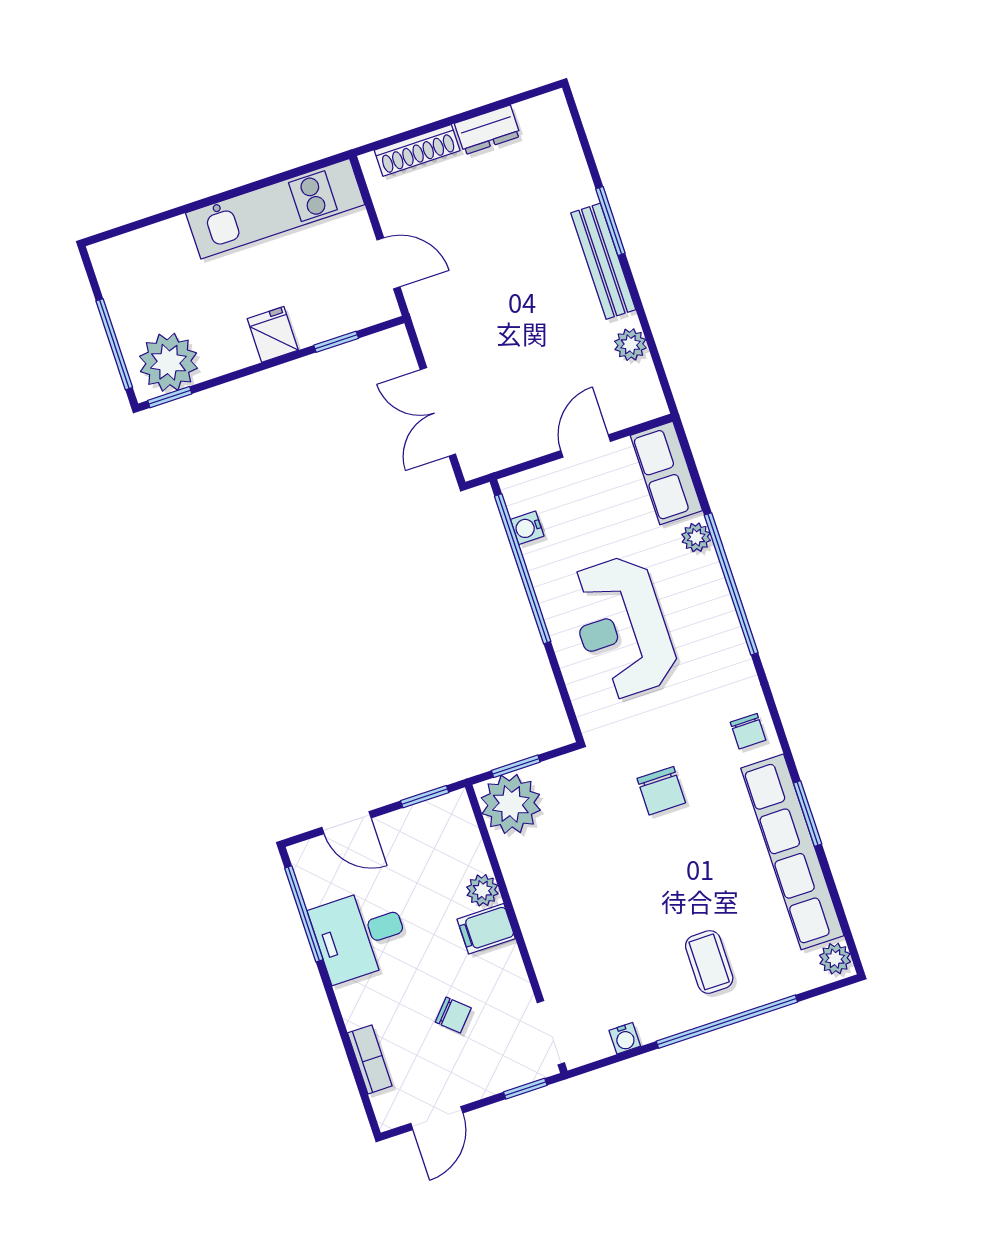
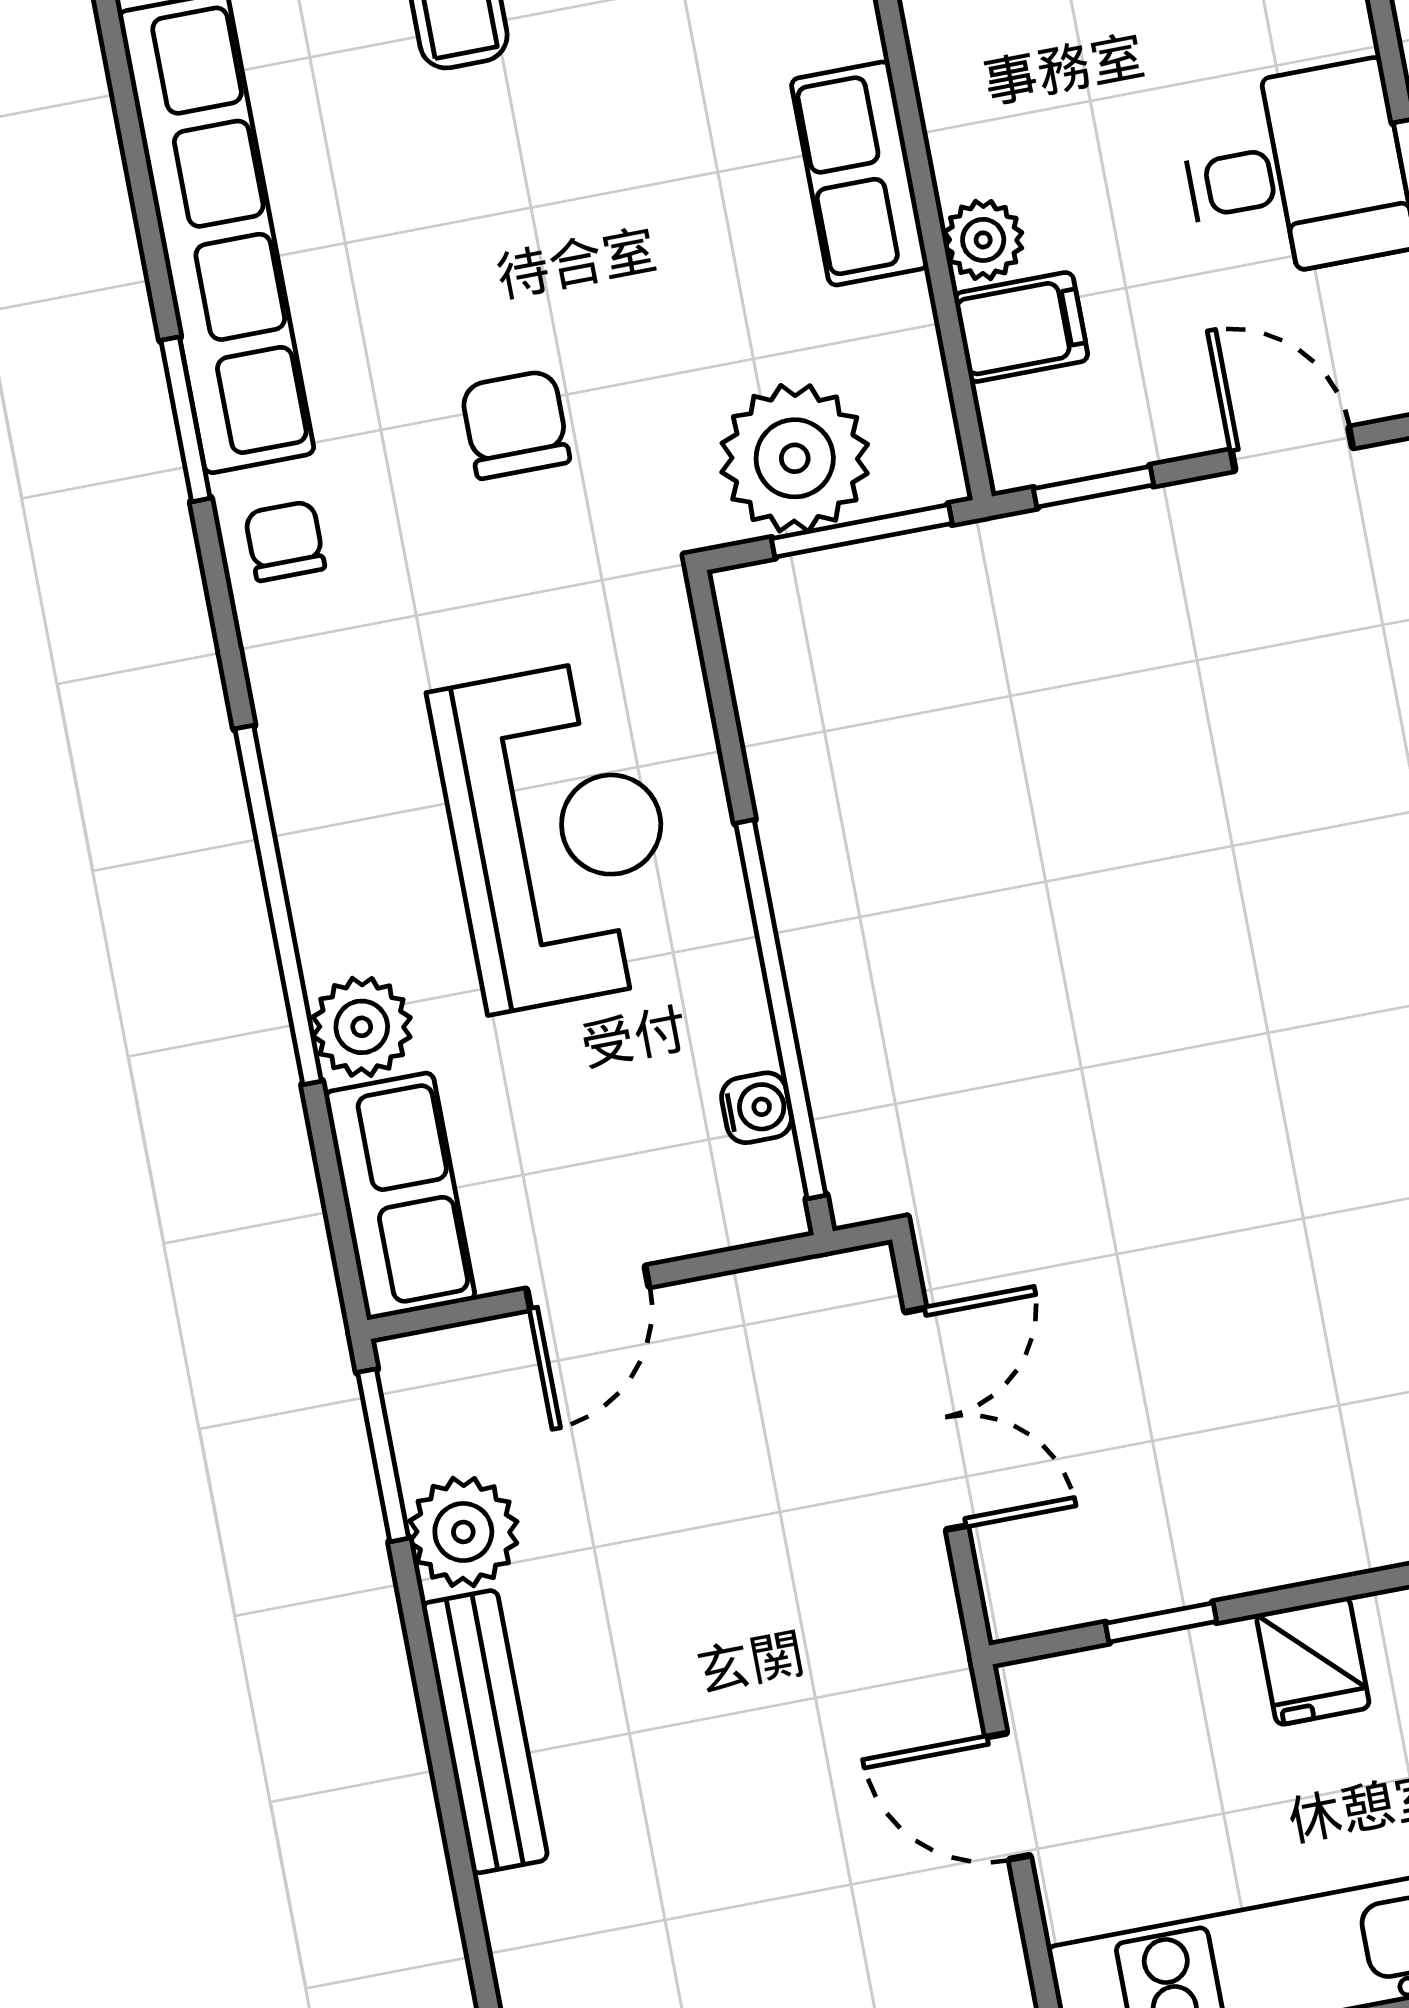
window: (610, 221) -> (383, 1455), moved
plant: (630, 345) -> (463, 1532), width x1.38, depth x1.38
plant: (696, 537) -> (362, 1027), width x1.38, depth x1.38
window: (516, 766) -> (862, 531), width x1.50
plant: (511, 804) -> (795, 458), moved
window: (808, 814) -> (186, 419), moved
row of seats: (536, 910) -> (859, 173), added
filing cabinet: (486, 929) -> (1021, 327), moved

